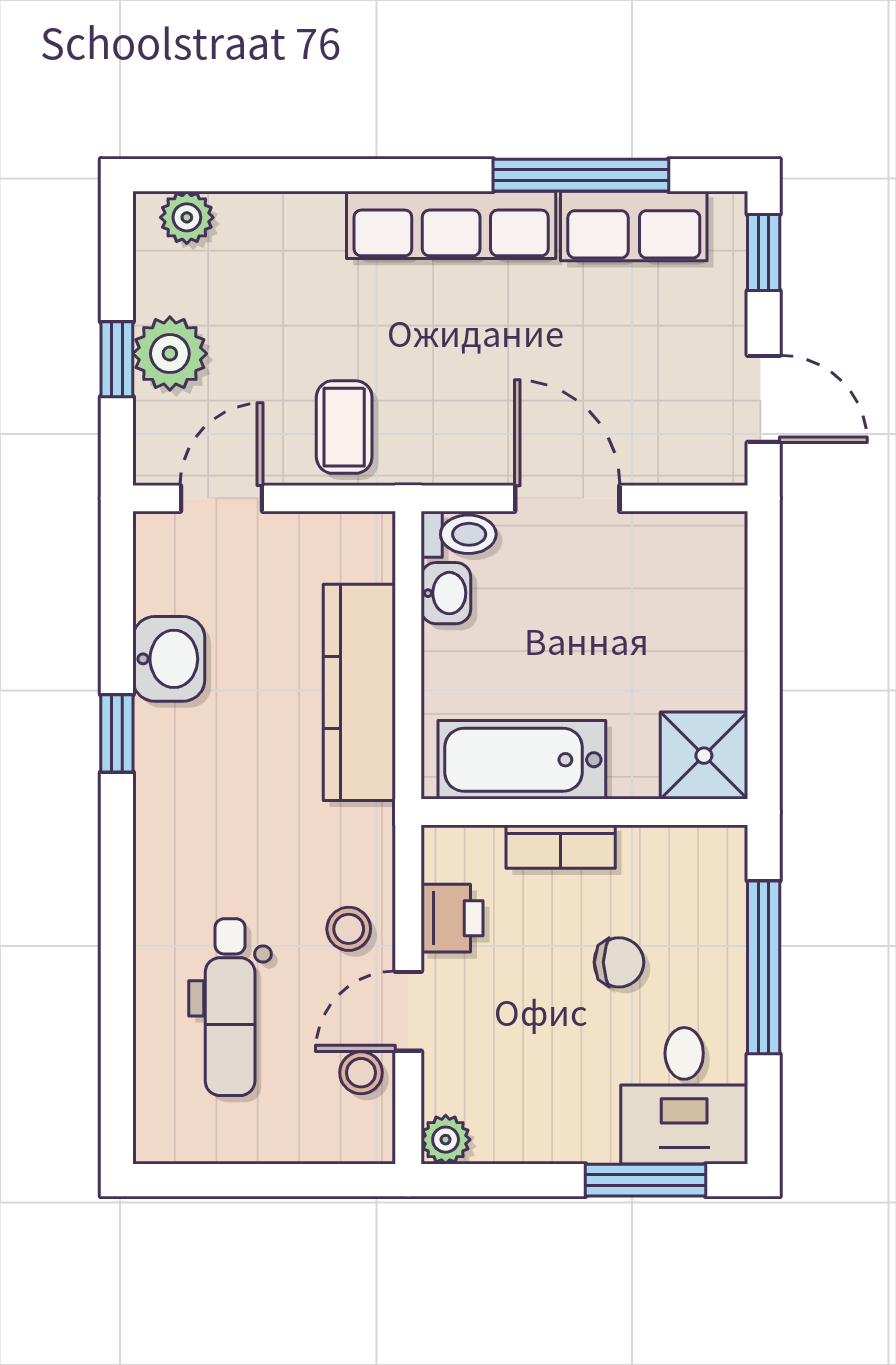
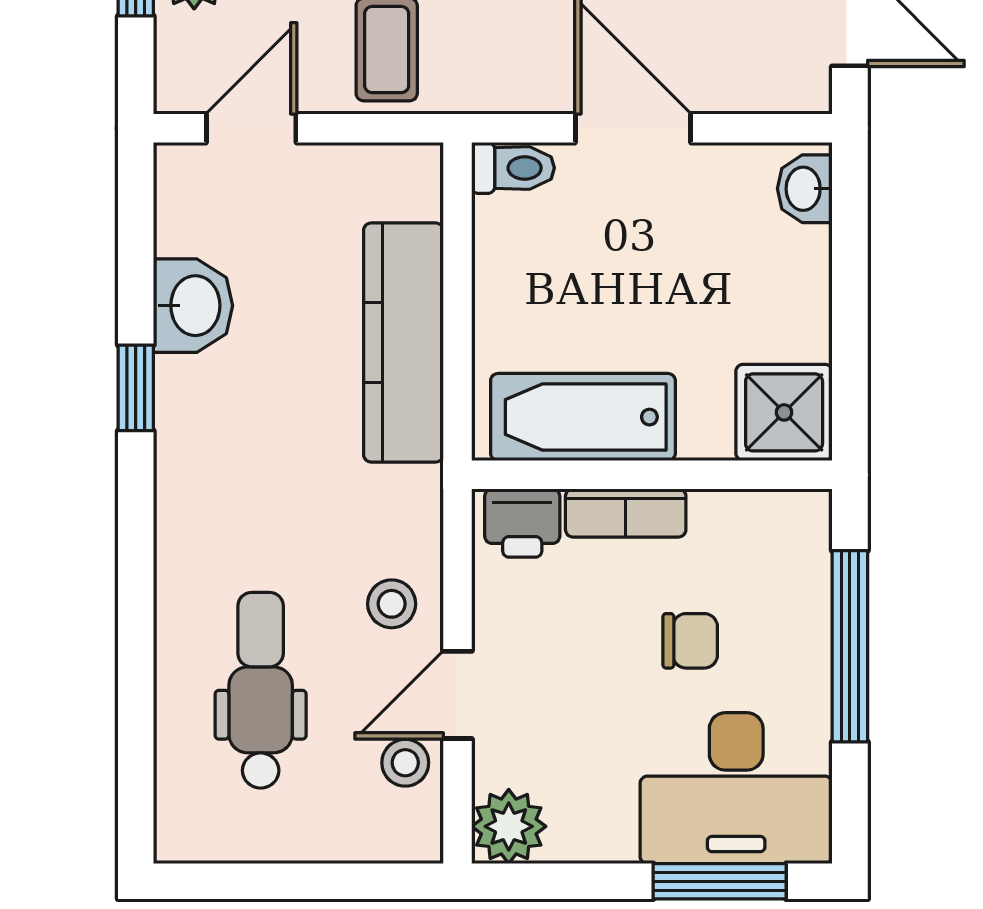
washbasin: (446, 593) -> (805, 189), moved, turned 180
printer: (452, 918) -> (522, 523), moved, turned 90
dental chair: (230, 1007) -> (261, 690), turned 180
desk: (684, 1096) -> (736, 788), width x1.37
plant: (446, 1140) -> (509, 826), width x1.38, depth x1.38

